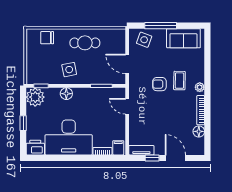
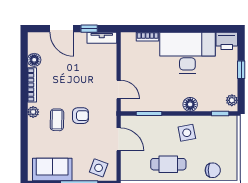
plant: (35, 97) -> (232, 100), width x0.53, depth x0.53
filing cabinet: (118, 148) -> (129, 41), removed

